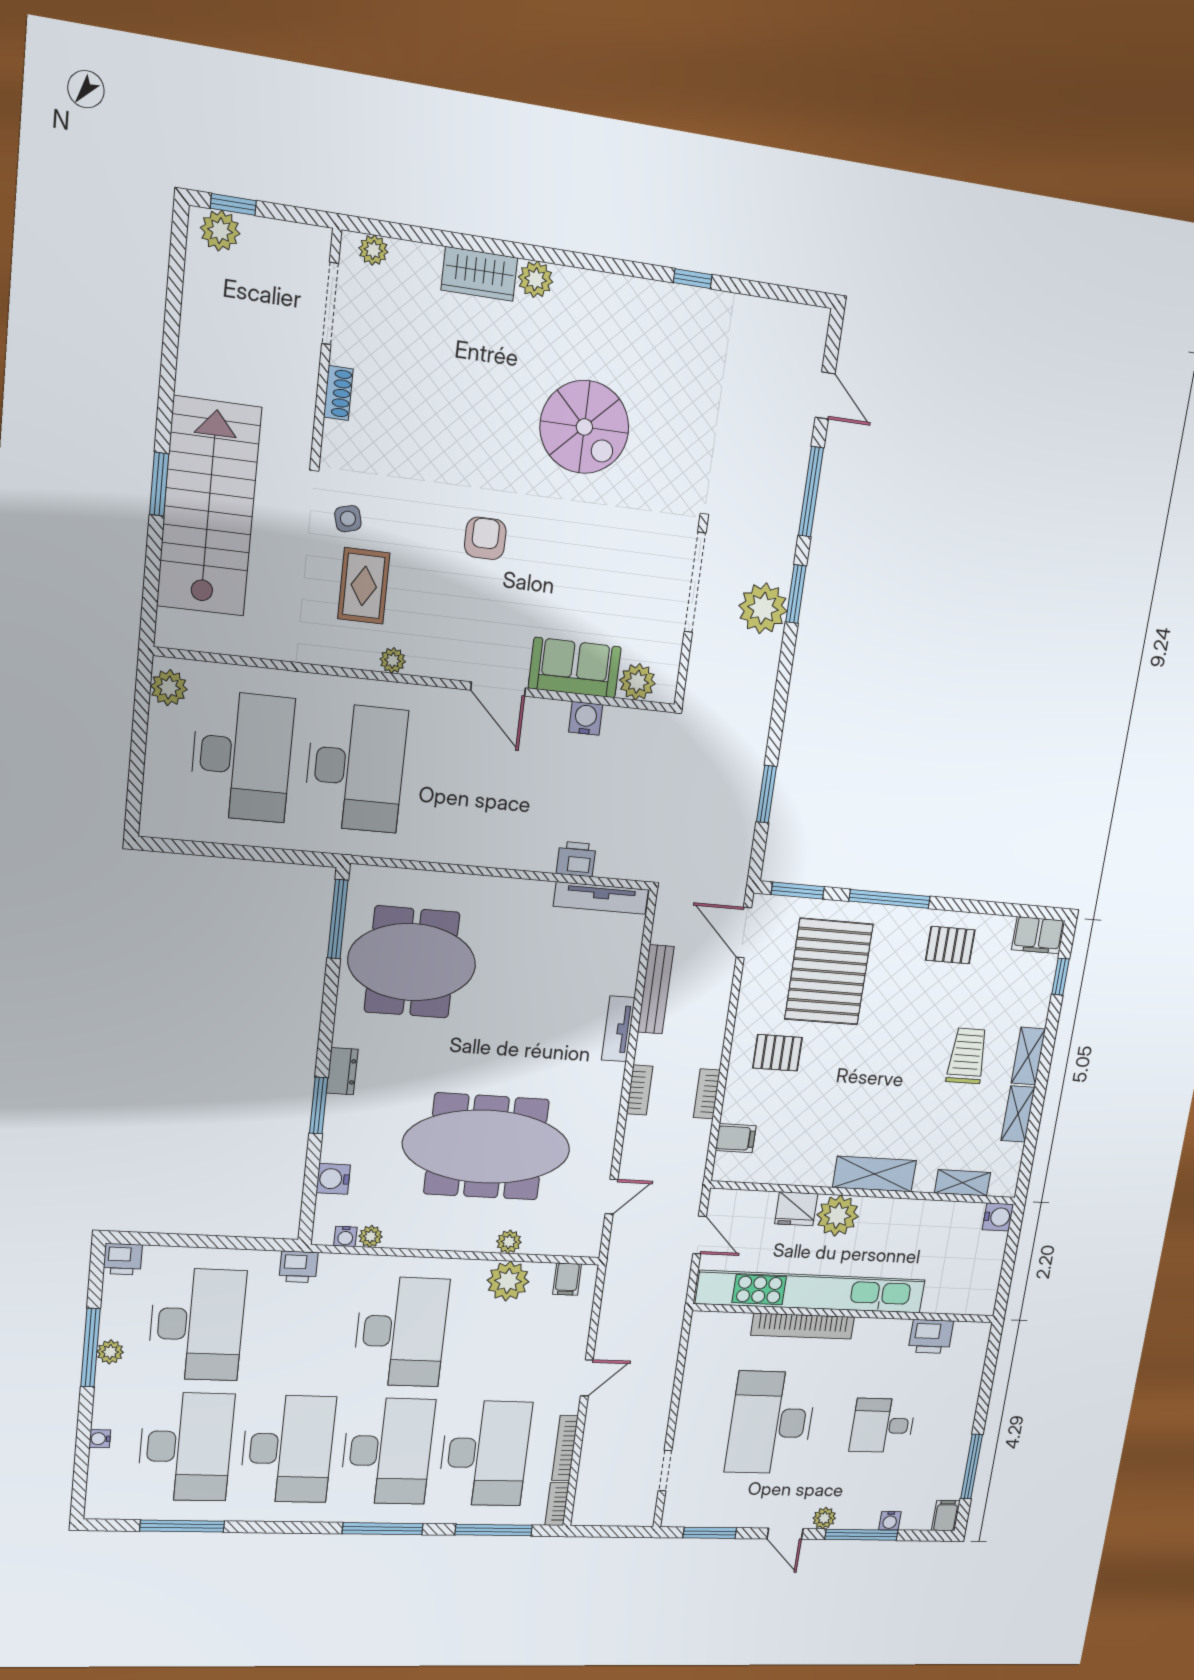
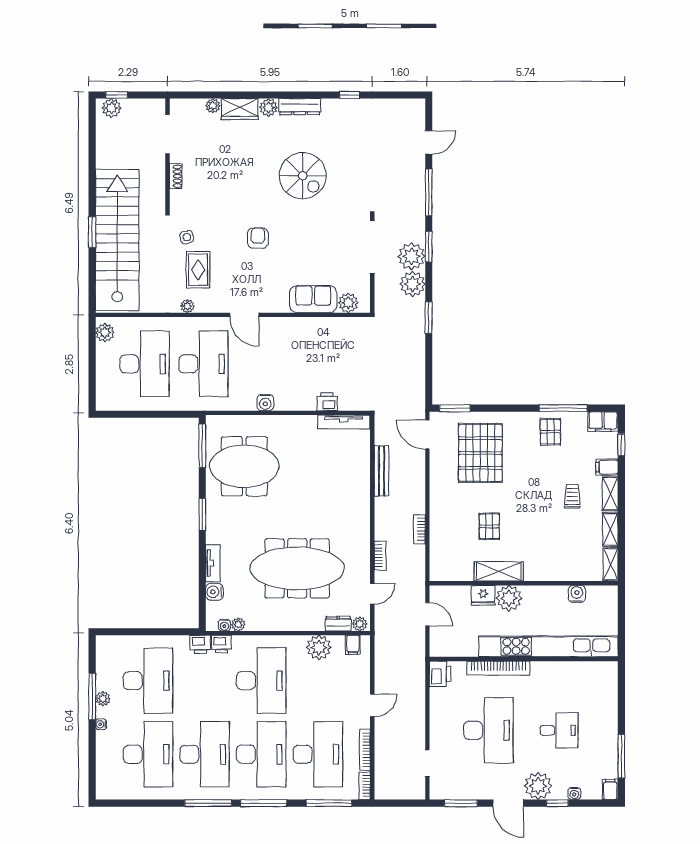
plant: (373, 250) -> (213, 106), moved
dresser: (596, 287) -> (300, 107), added
door: (825, 396) -> (429, 142), hinge flipped
stairs: (209, 507) -> (117, 240), width x1.36
plant: (393, 660) -> (187, 306), moved
plant: (757, 660) -> (413, 284), added
door: (498, 689) -> (244, 315), moved
water cooler: (586, 718) -> (265, 403), moved, turned 180
window: (767, 794) -> (429, 317), moved
window: (890, 899) -> (563, 408), moved
pallet: (950, 945) -> (550, 432), turned 90
tv unit: (618, 1029) -> (213, 563), moved, turned 180
pallet: (777, 1053) -> (489, 526), moved, turned 90
trolley: (967, 1056) -> (572, 496), width x0.73, depth x0.72
dresser: (342, 1071) -> (338, 624), moved, turned -90
bookcase: (640, 1090) -> (380, 556), moved
window: (319, 1105) -> (202, 515), moved
filing cabinet: (736, 1138) -> (607, 467), moved, turned 180
shelving: (874, 1174) -> (499, 571), moved
shelving: (962, 1183) -> (611, 564), moved, turned 90
water cooler: (998, 1217) -> (577, 594), moved, turned -90
plant: (509, 1242) -> (360, 624), moved
printer: (123, 1259) -> (221, 644), moved
kitchen unit: (811, 1292) -> (548, 646), moved
printer: (931, 1336) -> (440, 674), moved, turned -90
desk: (771, 1423) -> (488, 730), turned 180
desk: (883, 1425) -> (559, 730), turned 180
water cooler: (100, 1439) -> (101, 724), moved
plant: (824, 1518) -> (538, 786), width x1.88, depth x1.88
window: (182, 1526) -> (208, 803), moved
door: (785, 1534) -> (508, 803), width x1.38
window: (862, 1535) -> (557, 803), width x0.46

